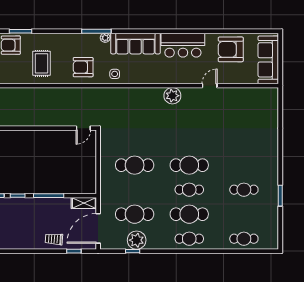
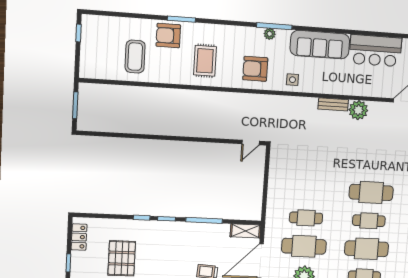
plant: (105, 38) -> (270, 34), moved
bench: (151, 92) -> (333, 104), added
cafe table: (135, 165) -> (306, 218), moved, width x0.73, depth x0.74

